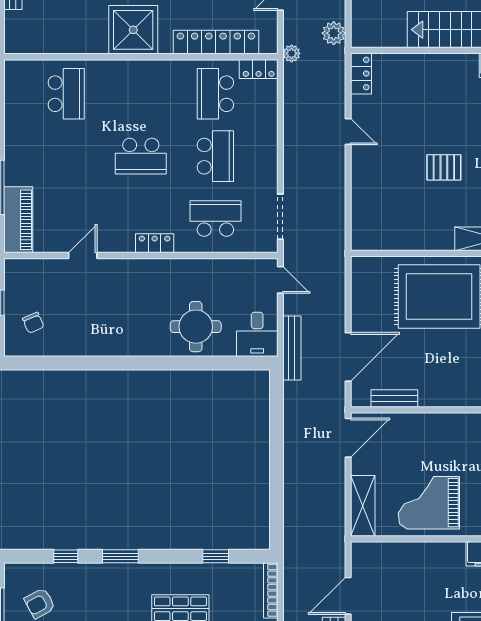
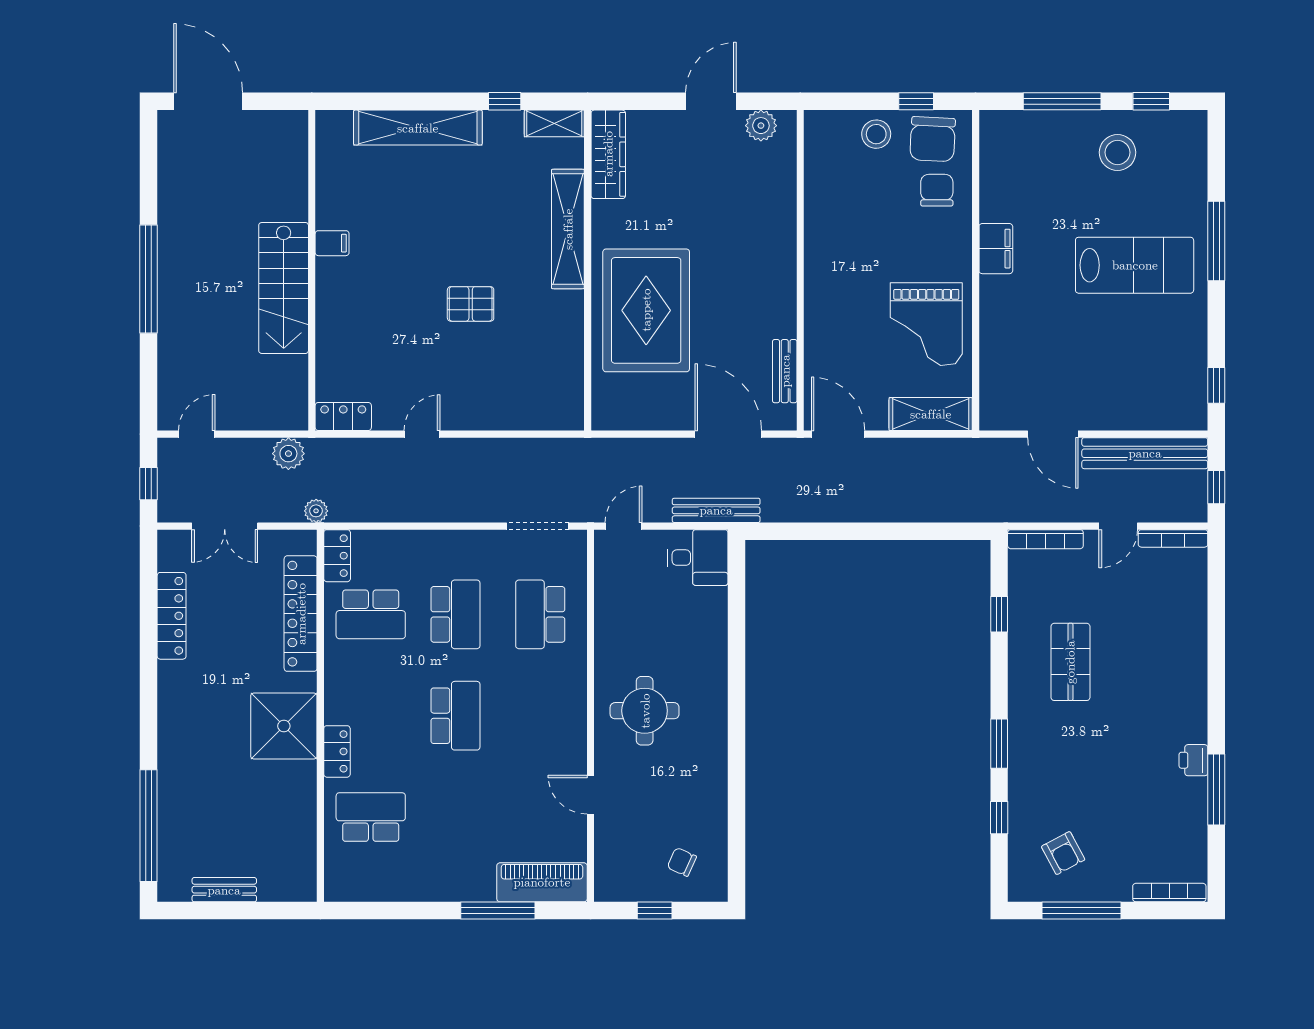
school desk: (215, 156) -> (455, 614), turned 90
pallet: (444, 167) -> (471, 304), turned 90
locker: (155, 243) -> (337, 751), moved, turned 180
chair: (33, 323) -> (682, 862), turned -133
round table: (196, 327) -> (645, 711), moved

